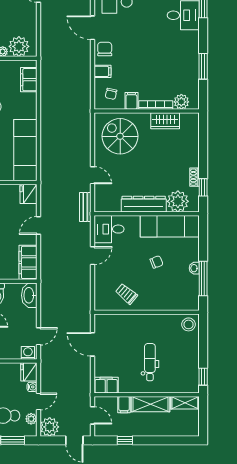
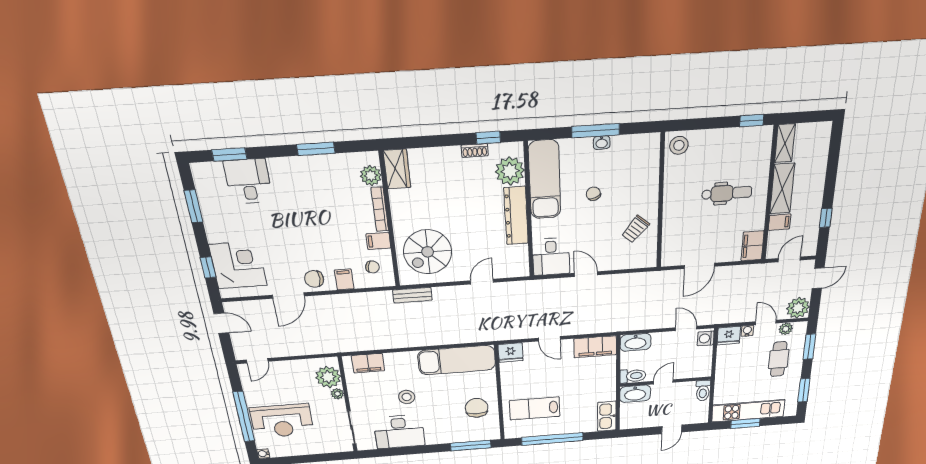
wardrobe: (165, 121) -> (397, 169), moved
bench: (85, 207) -> (412, 295), moved
window: (203, 279) -> (596, 131), moved
dental chair: (150, 362) -> (727, 193), turned 180

